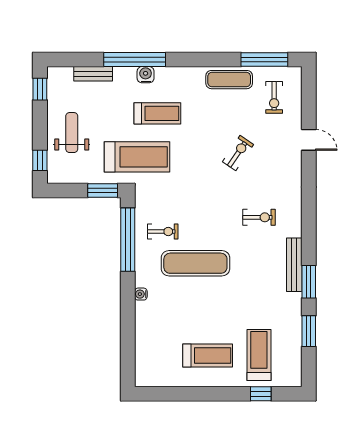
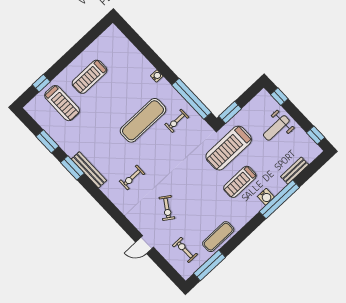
weight bench: (72, 133) -> (276, 128), turned 90
exercise bike: (238, 153) -> (167, 208), moved

